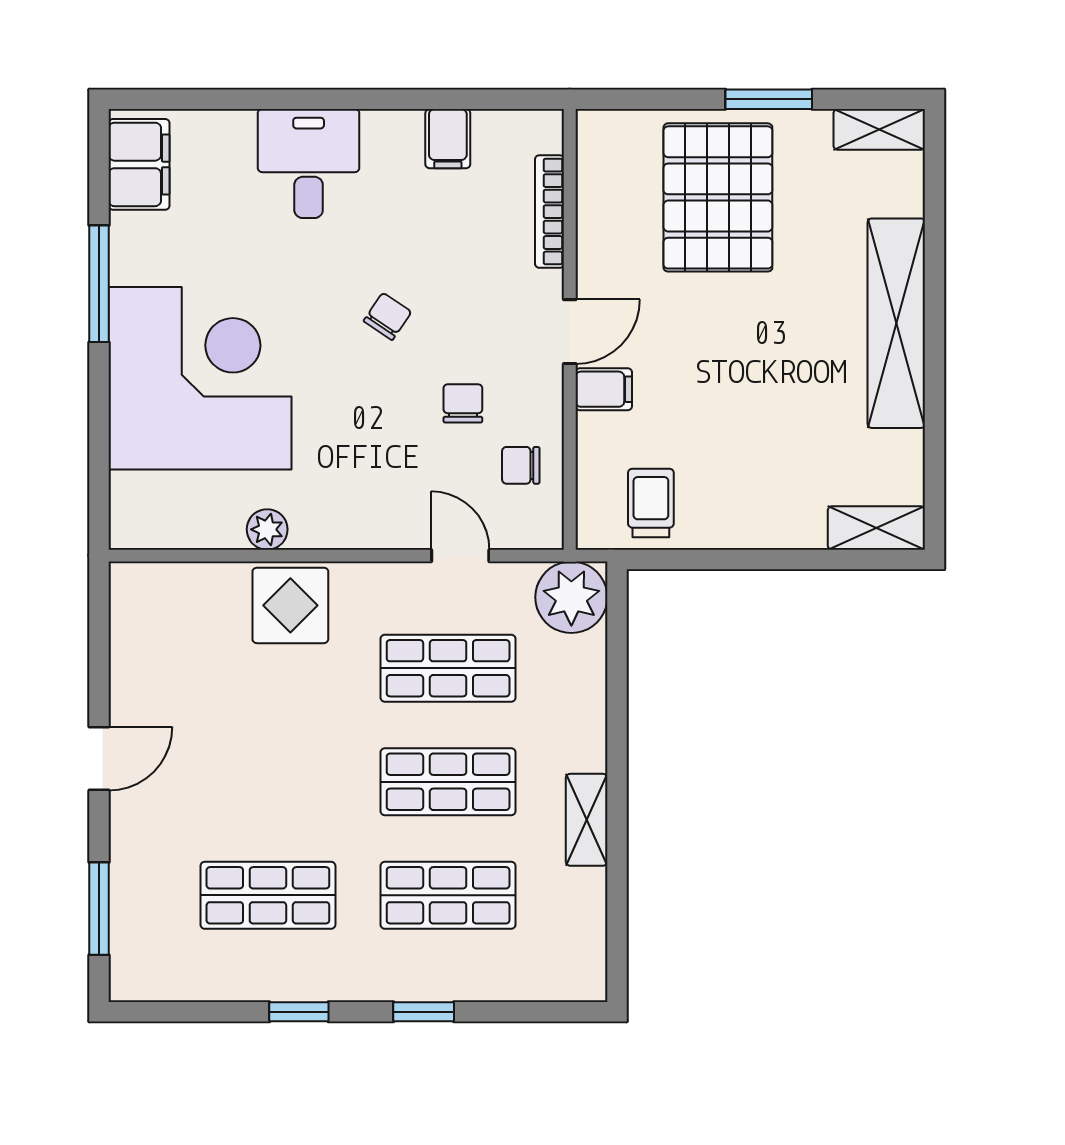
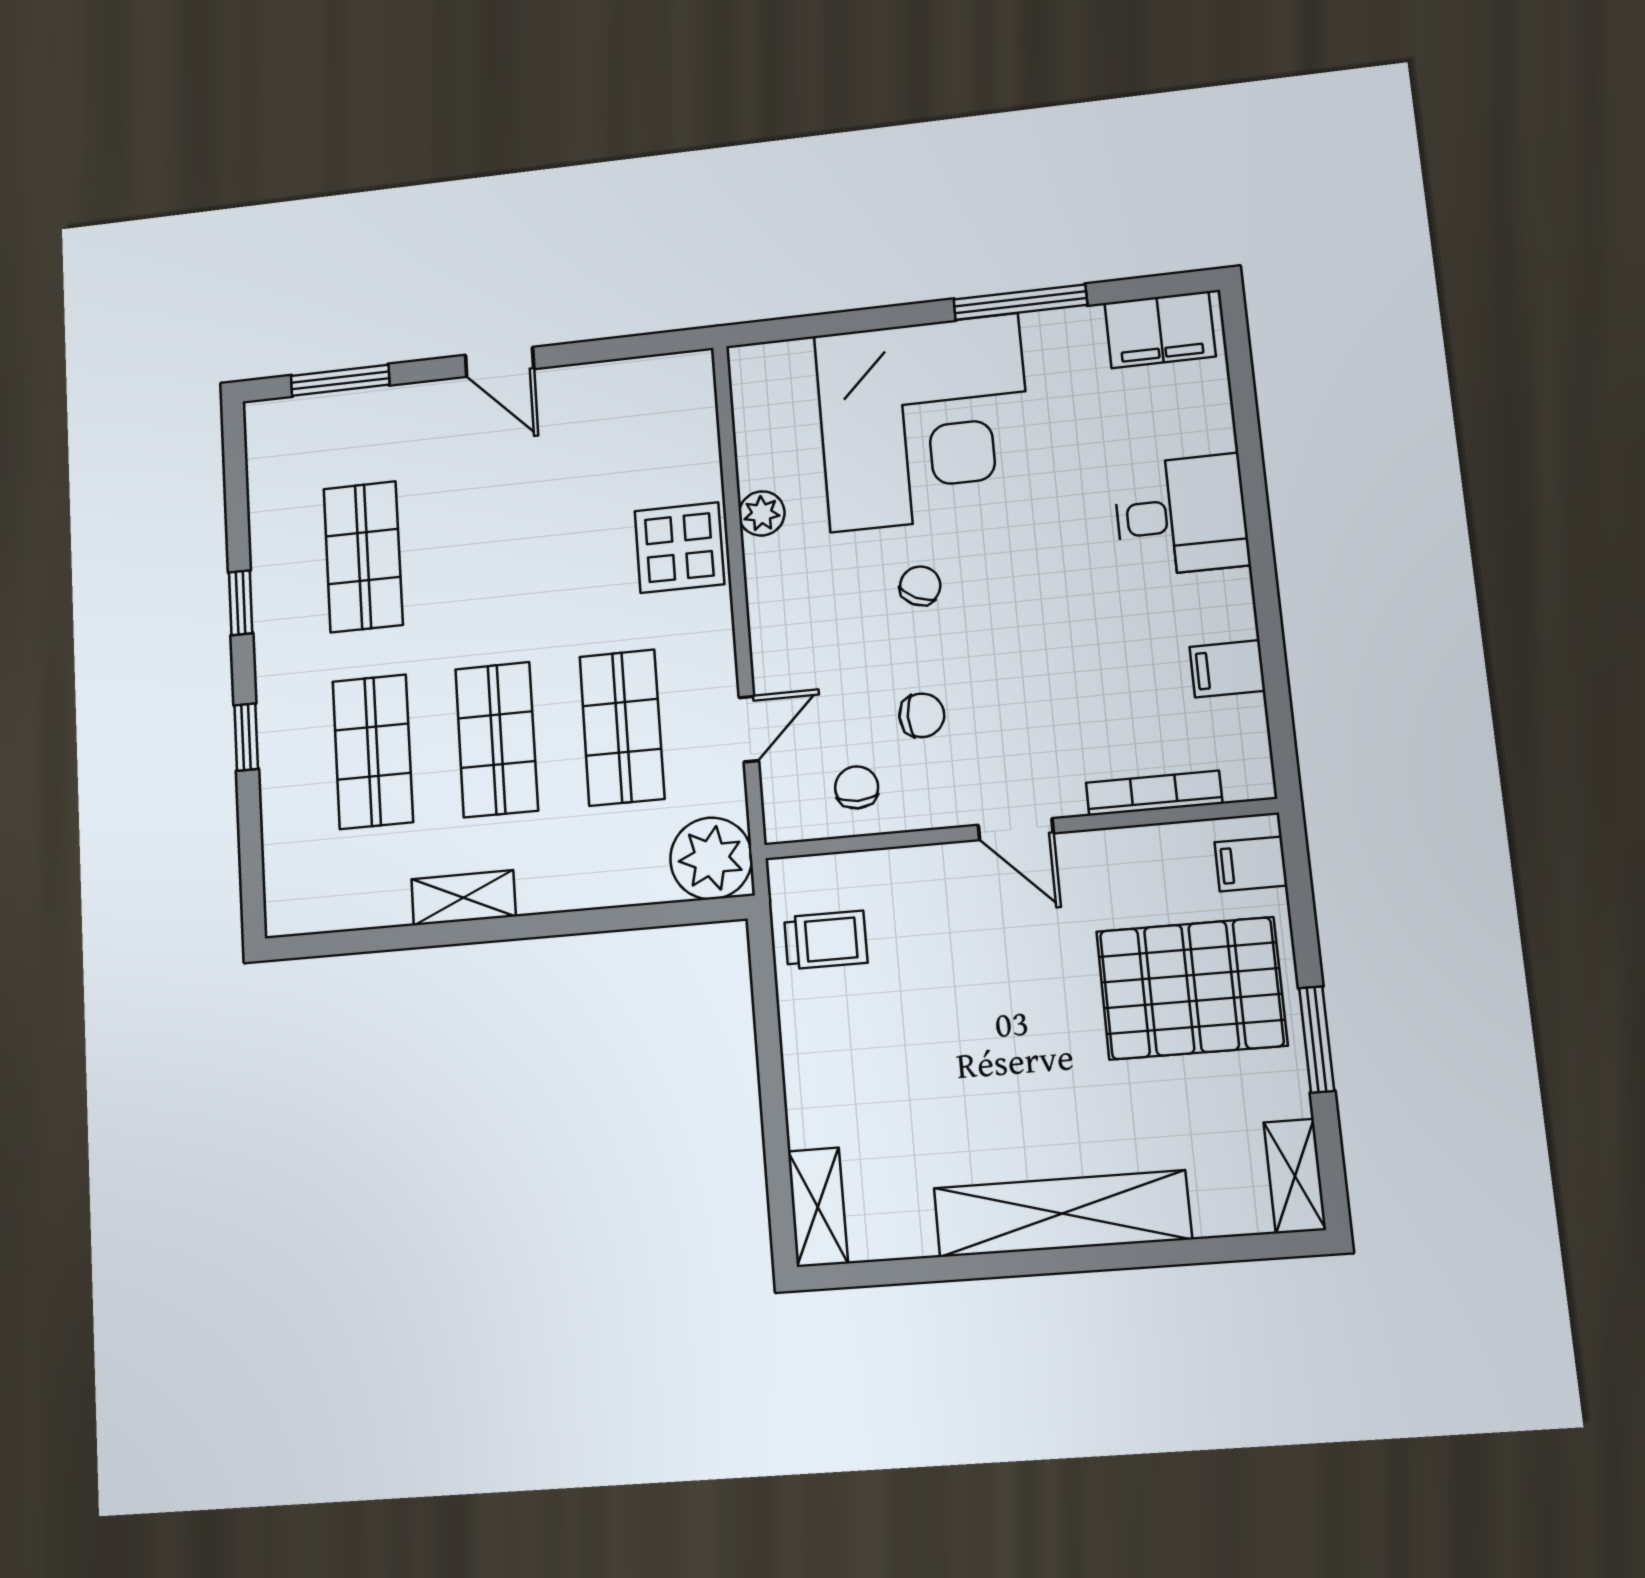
chair: (387, 316) -> (920, 586), moved, turned -98
filing cabinet: (604, 389) -> (1251, 864), moved, turned 90

